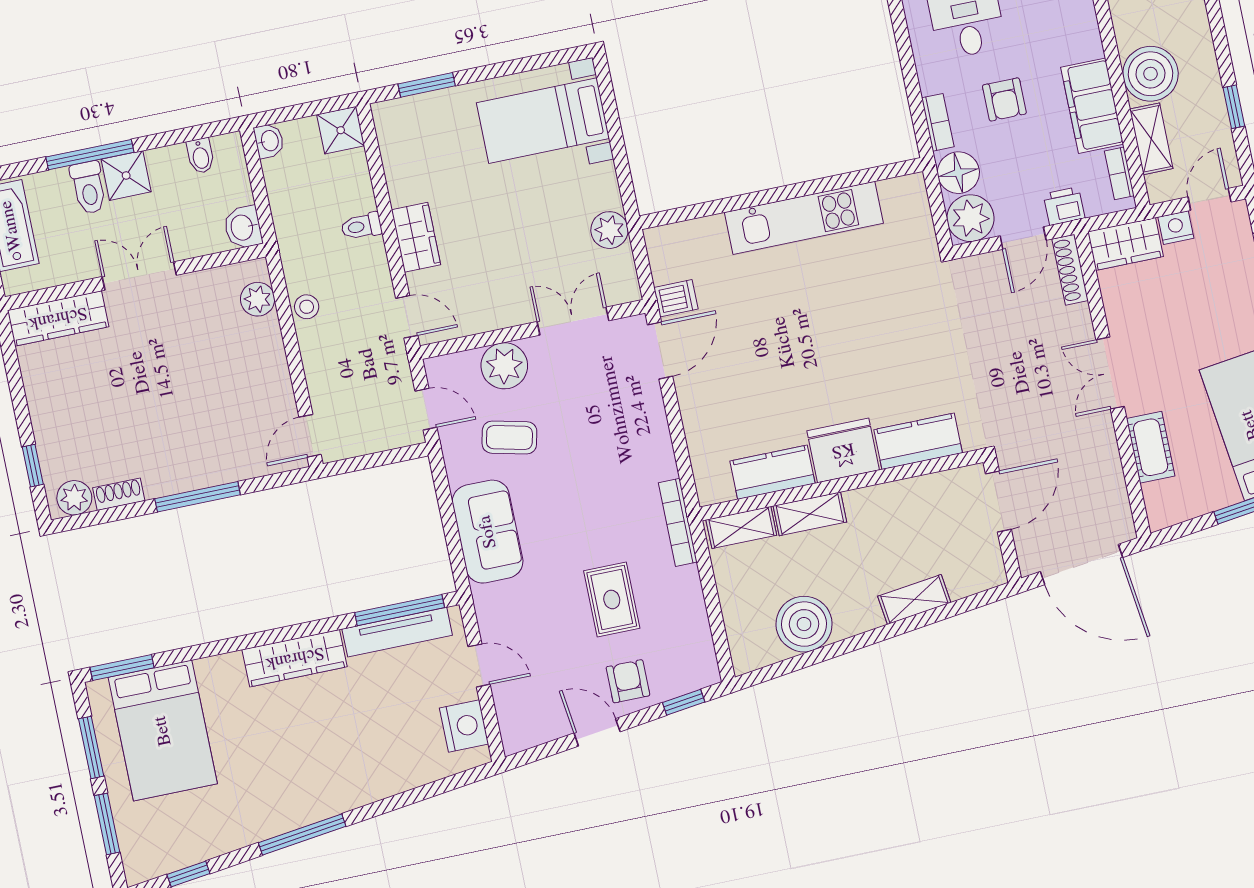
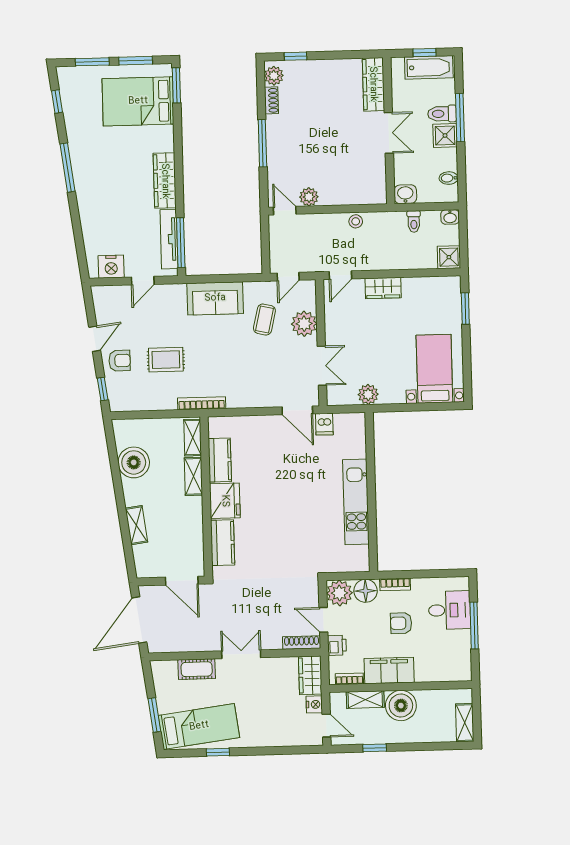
toilet: (361, 226) -> (414, 222), moved, turned 180
plant: (258, 299) -> (309, 197), moved

